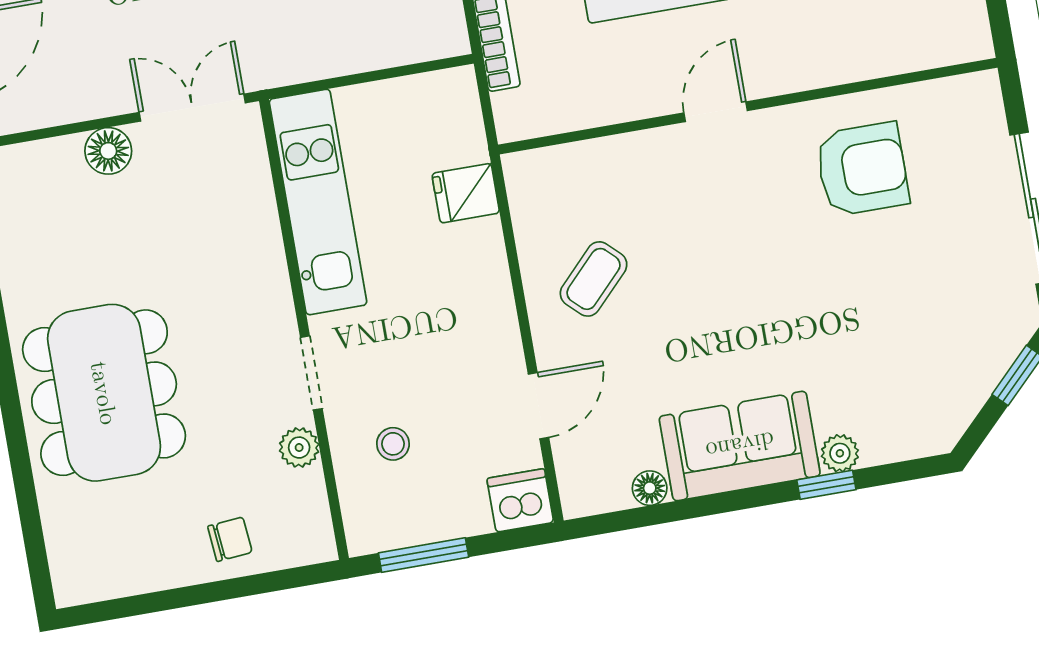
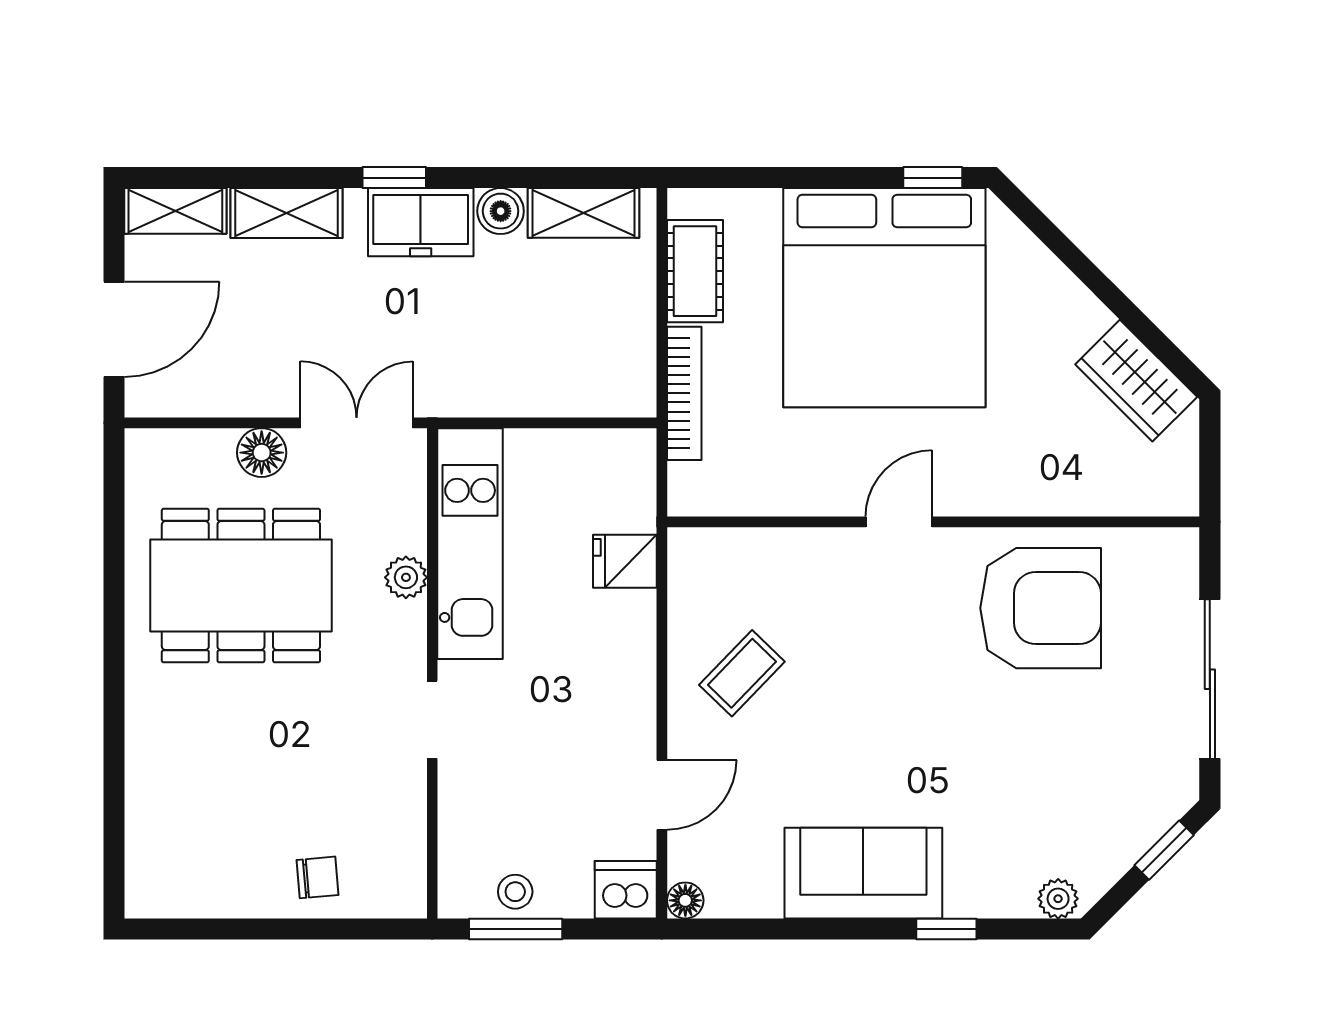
armchair: (862, 169) -> (1041, 608), width x1.36, depth x1.36
dining table: (104, 393) -> (241, 586), moved, turned 90
stool: (393, 444) -> (515, 892), moved
plant: (299, 448) -> (406, 577), moved
plant: (840, 453) -> (1058, 899), moved
floor lamp: (650, 488) -> (685, 900), moved

